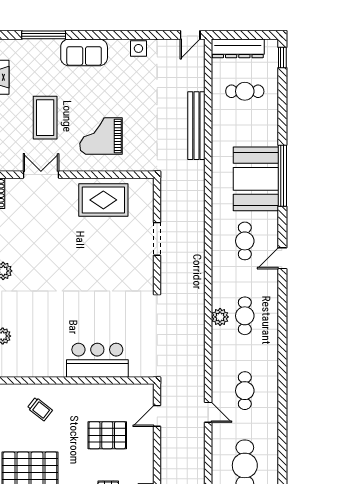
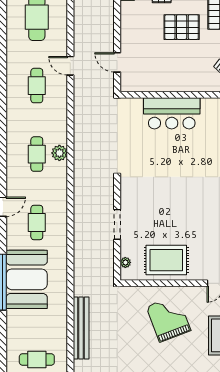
grand piano: (101, 136) -> (168, 319), turned -111
plant: (148, 197) -> (125, 262), added
door: (157, 416) -> (117, 62), swing flipped
pallet: (107, 435) -> (182, 27), moved

